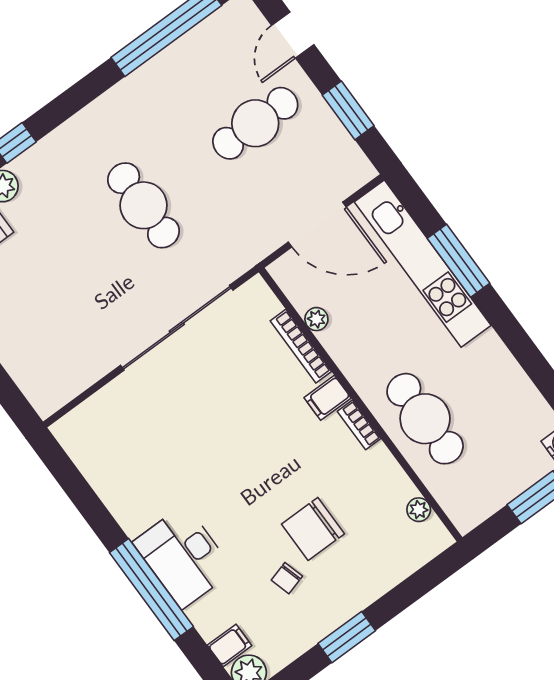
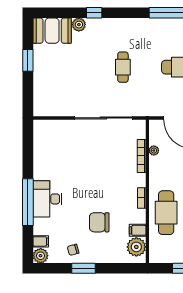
cafe table: (144, 205) -> (123, 67), width x0.73, depth x0.74
filing cabinet: (328, 398) -> (138, 230), moved
plant: (419, 510) -> (136, 247), width x1.87, depth x1.87
chair: (287, 578) -> (73, 250), moved

